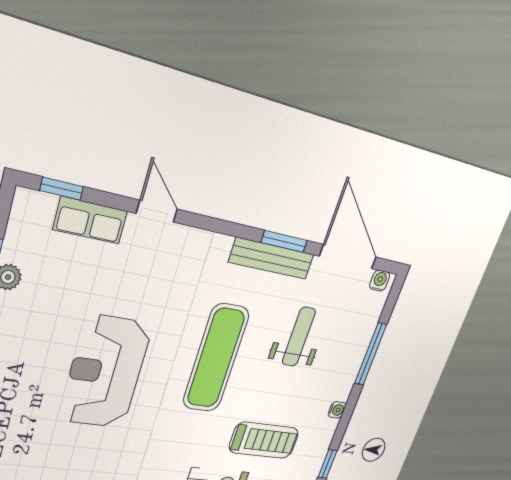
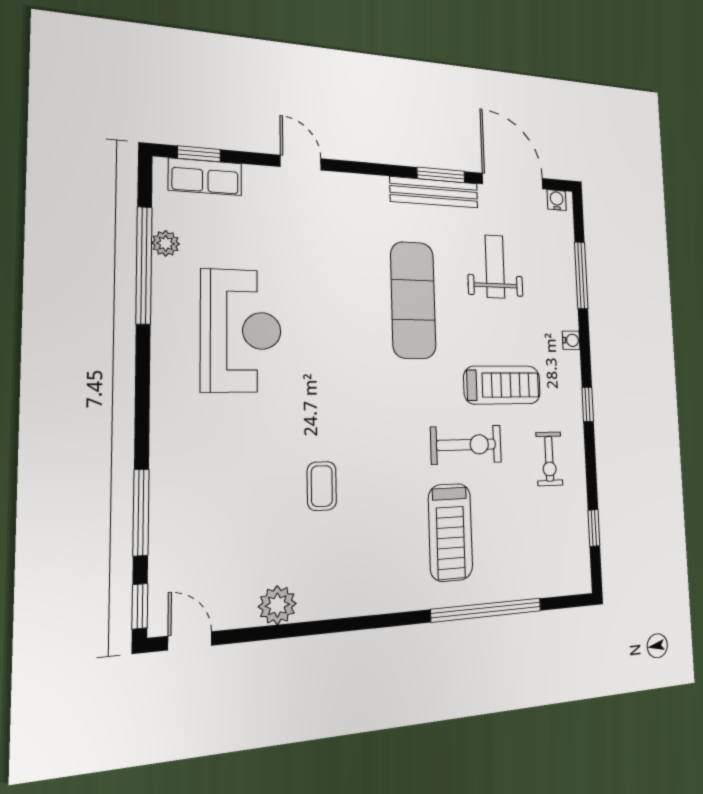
row of seats: (90, 220) -> (205, 177), moved
reception desk: (105, 372) -> (241, 331), moved, turned 180

